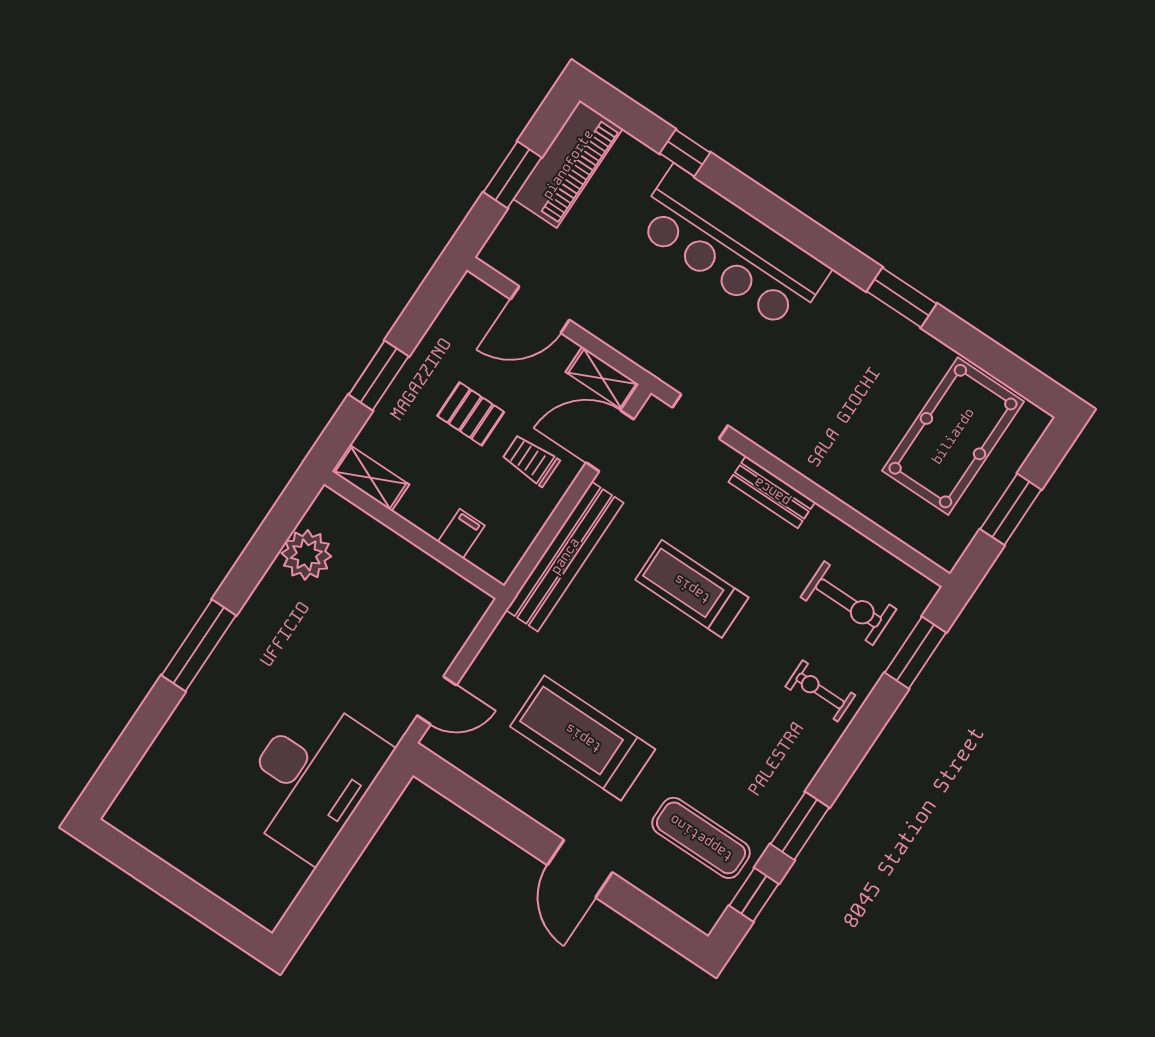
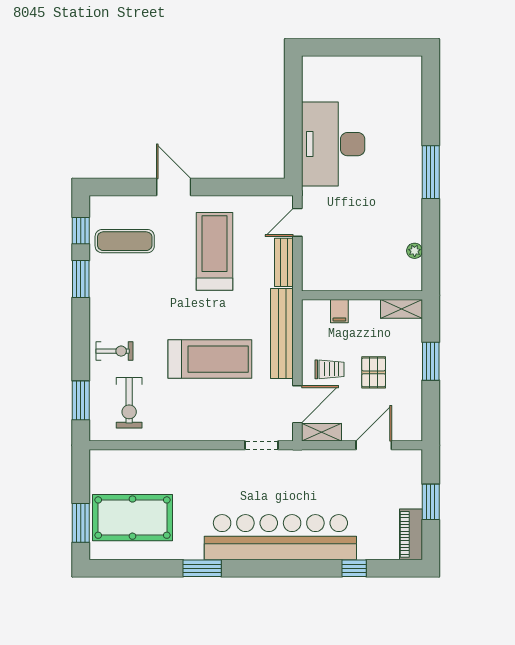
piano: (568, 164) -> (411, 534), width x0.73, depth x0.75
bar counter: (732, 248) -> (280, 537), width x1.36
pallet: (471, 414) -> (374, 372), turned 90
pool table: (953, 436) -> (132, 518), turned 90
bench: (772, 492) -> (284, 262), moved, turned 90
window: (1011, 509) -> (81, 523), moved
plant: (306, 555) -> (415, 251), width x0.53, depth x0.53
treadmill: (692, 589) -> (210, 359), width x1.37, depth x1.38
exercise bike: (848, 603) -> (129, 403), turned -90
treadmill: (583, 738) -> (214, 251), turned -90

